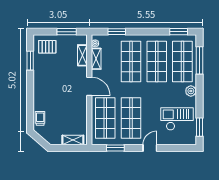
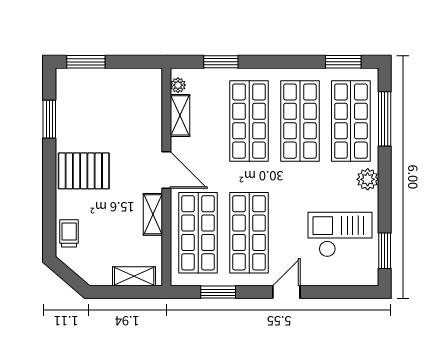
window: (67, 32) -> (86, 62), moved
pallet: (47, 47) -> (84, 171), moved, width x1.50, depth x1.42
shelving: (82, 55) -> (153, 214), moved

